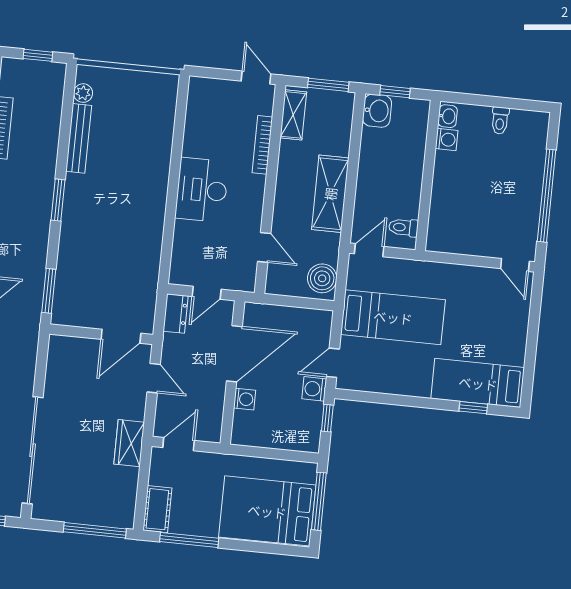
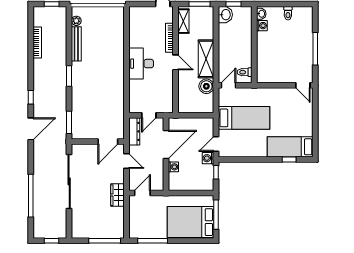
window: (547, 196) -> (315, 49), width x0.68
door: (264, 247) -> (175, 62), moved
boiler: (322, 278) -> (206, 86), moved
dresser: (176, 313) -> (134, 131), width x1.44
sliding door: (33, 450) -> (69, 181), moved
cot: (157, 509) -> (135, 227), removed

